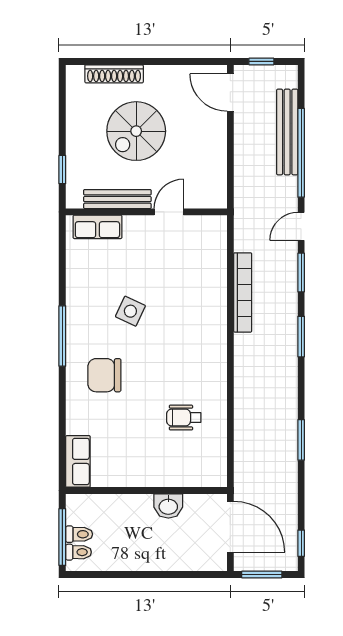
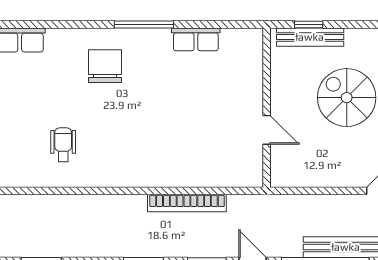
bench: (117, 199) -> (310, 37), moved, turned 90
row of seats: (97, 227) -> (196, 39), moved, turned -90
side table: (130, 311) -> (168, 92), removed

